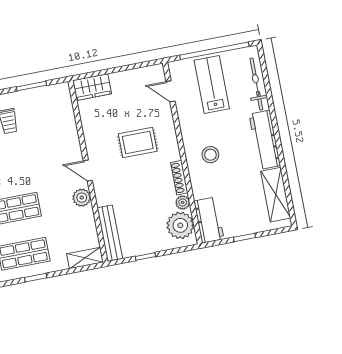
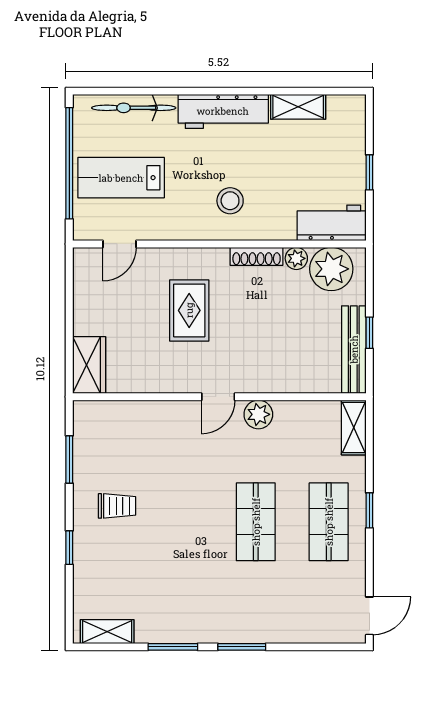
shelving: (276, 195) -> (298, 107), width x0.67, depth x0.75
bench: (110, 233) -> (354, 349), moved, turned 90

